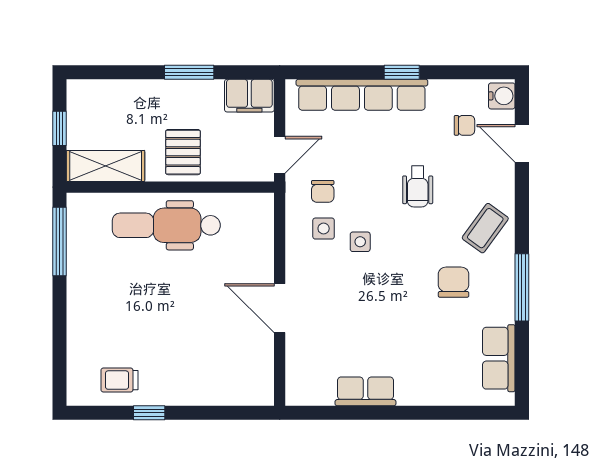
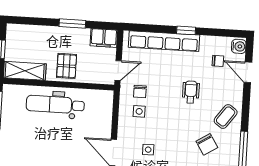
wheelchair: (418, 187) -> (191, 92), turned 180
side table: (360, 242) -> (148, 150), moved
chair: (454, 282) -> (207, 144), turned 148

